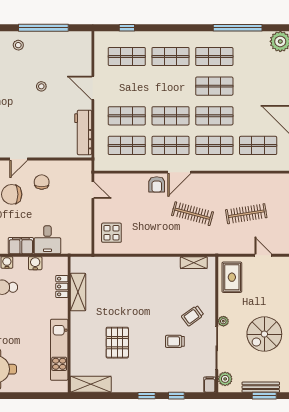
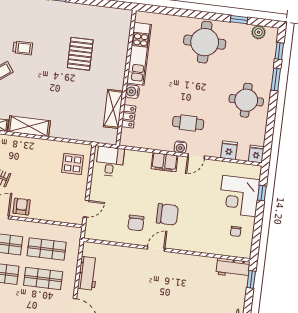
workbench: (83, 132) -> (88, 273), width x0.73
door: (93, 190) -> (86, 209), swing flipped
desk: (47, 240) -> (110, 161), moved
water cooler: (35, 263) -> (132, 92), moved, turned 90
shelving: (91, 384) -> (29, 126), moved

